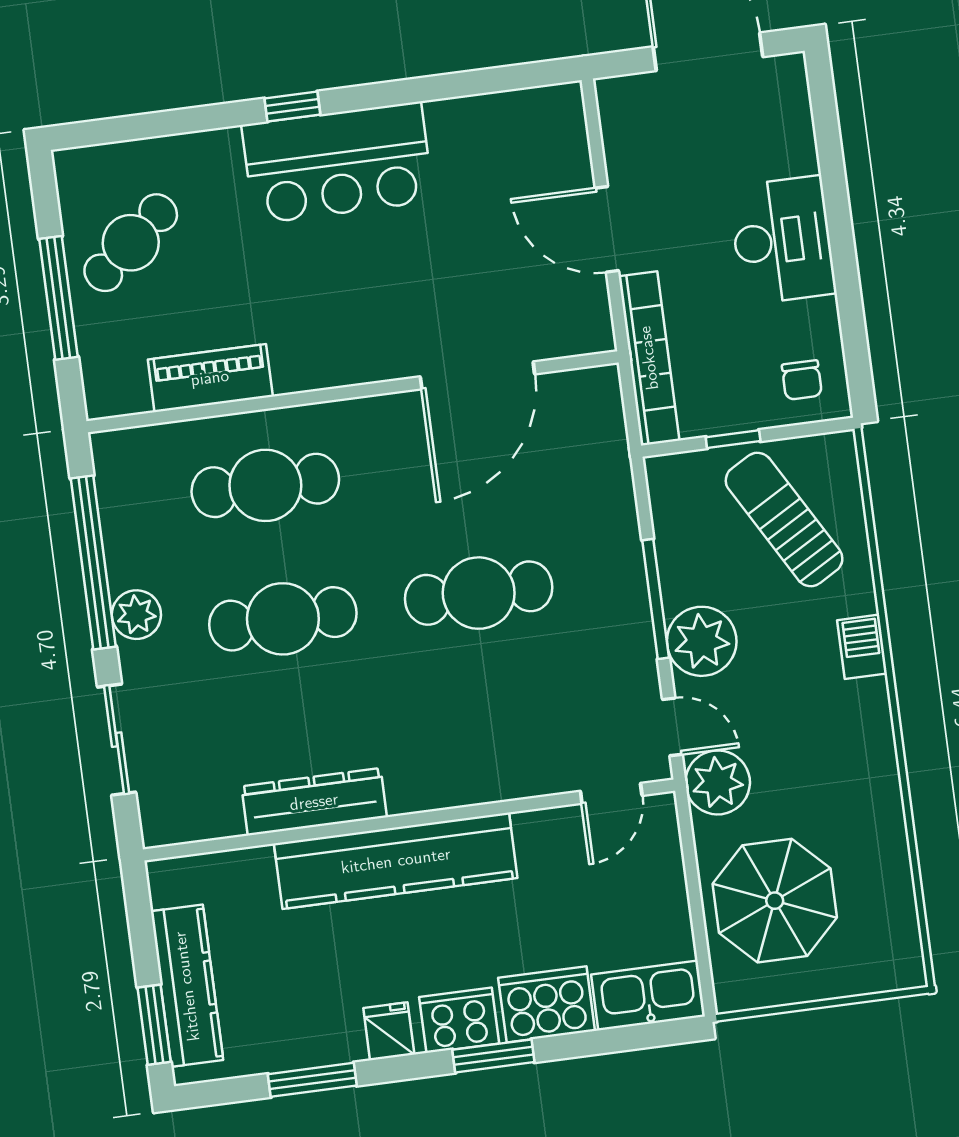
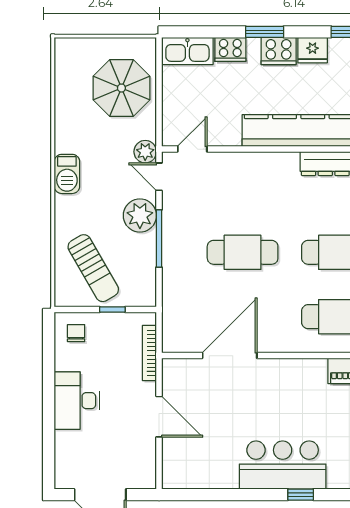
bookcase: (649, 358) -> (149, 353), width x0.68, depth x0.76
barbecue: (862, 647) -> (67, 174), moved, width x1.38, depth x1.27
plant: (718, 782) -> (145, 152), width x0.73, depth x0.73
cooker: (547, 1004) -> (230, 49), width x0.73, depth x0.76
fridge: (389, 1031) -> (313, 50), width x1.38

